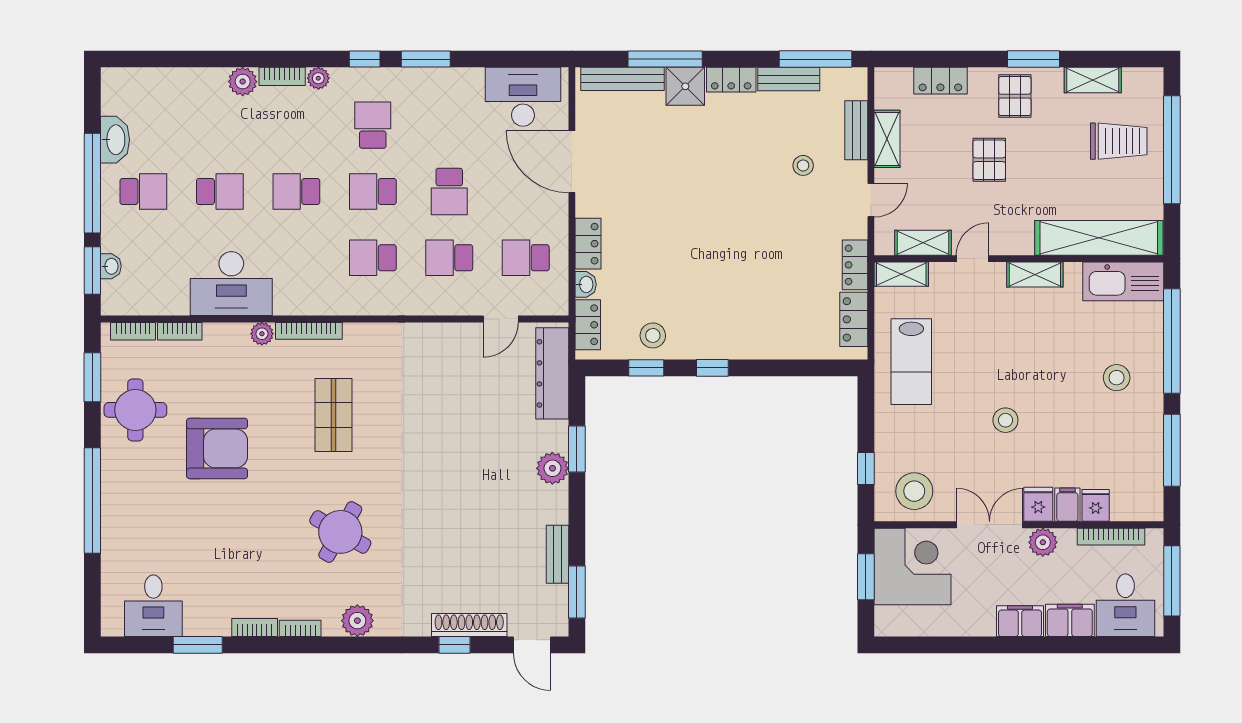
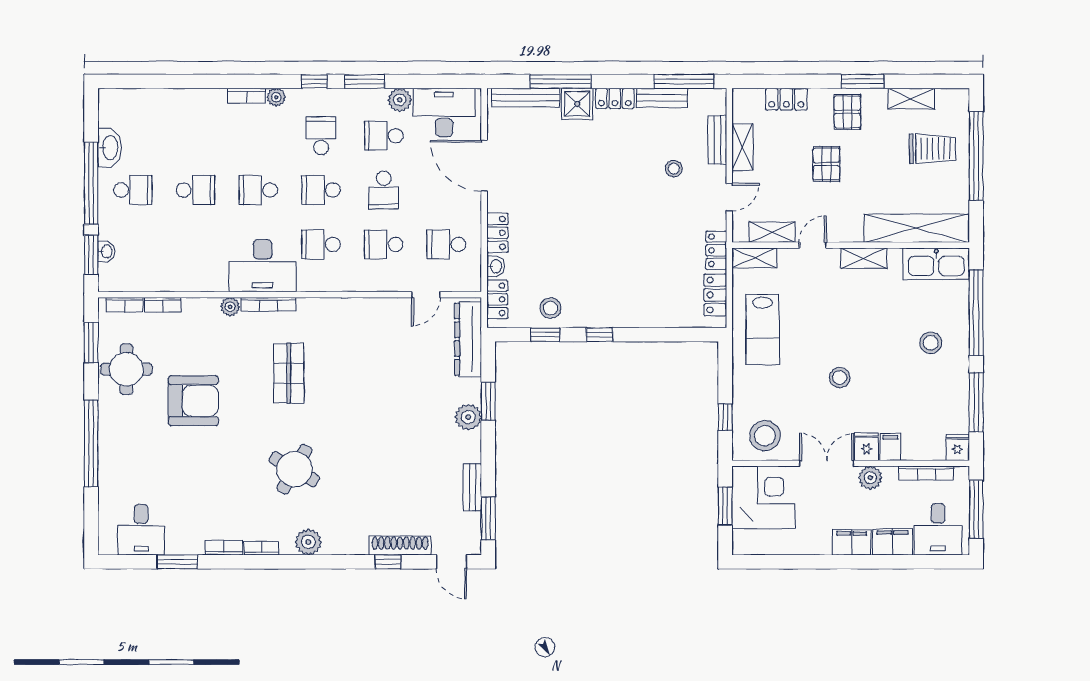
plant: (243, 82) -> (400, 100), moved
school desk: (449, 125) -> (384, 136), added
desk: (231, 284) -> (263, 266), moved
fridge: (1096, 505) -> (957, 447), moved

